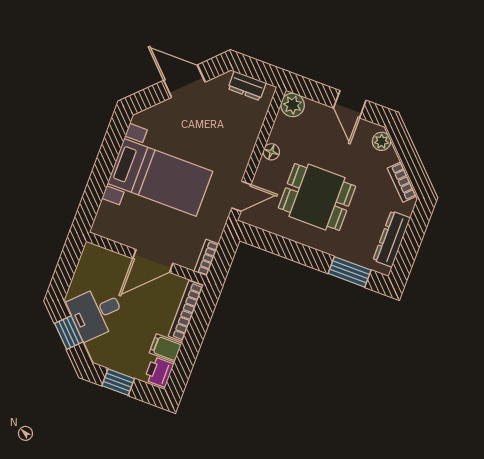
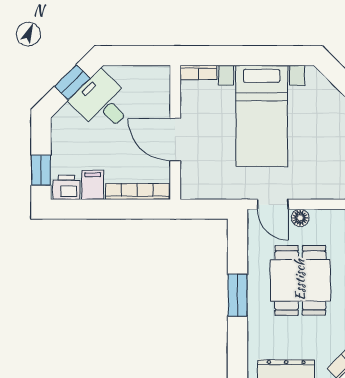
floor lamp: (271, 152) -> (300, 218), moved
bookcase: (206, 258) -> (199, 73), moved, turned 180
window: (350, 272) -> (238, 295), moved
window: (118, 382) -> (41, 170), moved

